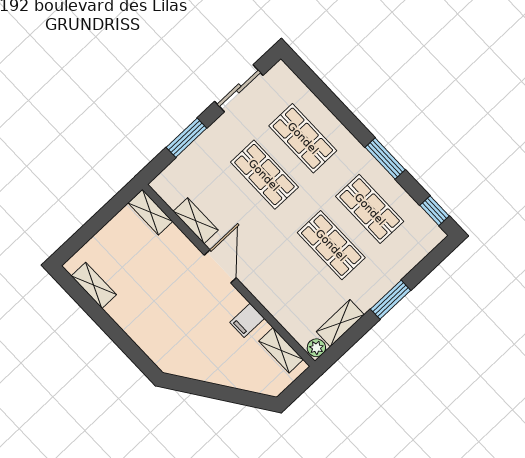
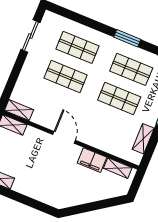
window: (186, 138) -> (14, 76), removed
shelving: (196, 221) -> (19, 110), moved
filing cabinet: (247, 320) -> (92, 160), width x2.00
plant: (316, 348) -> (136, 158), removed

